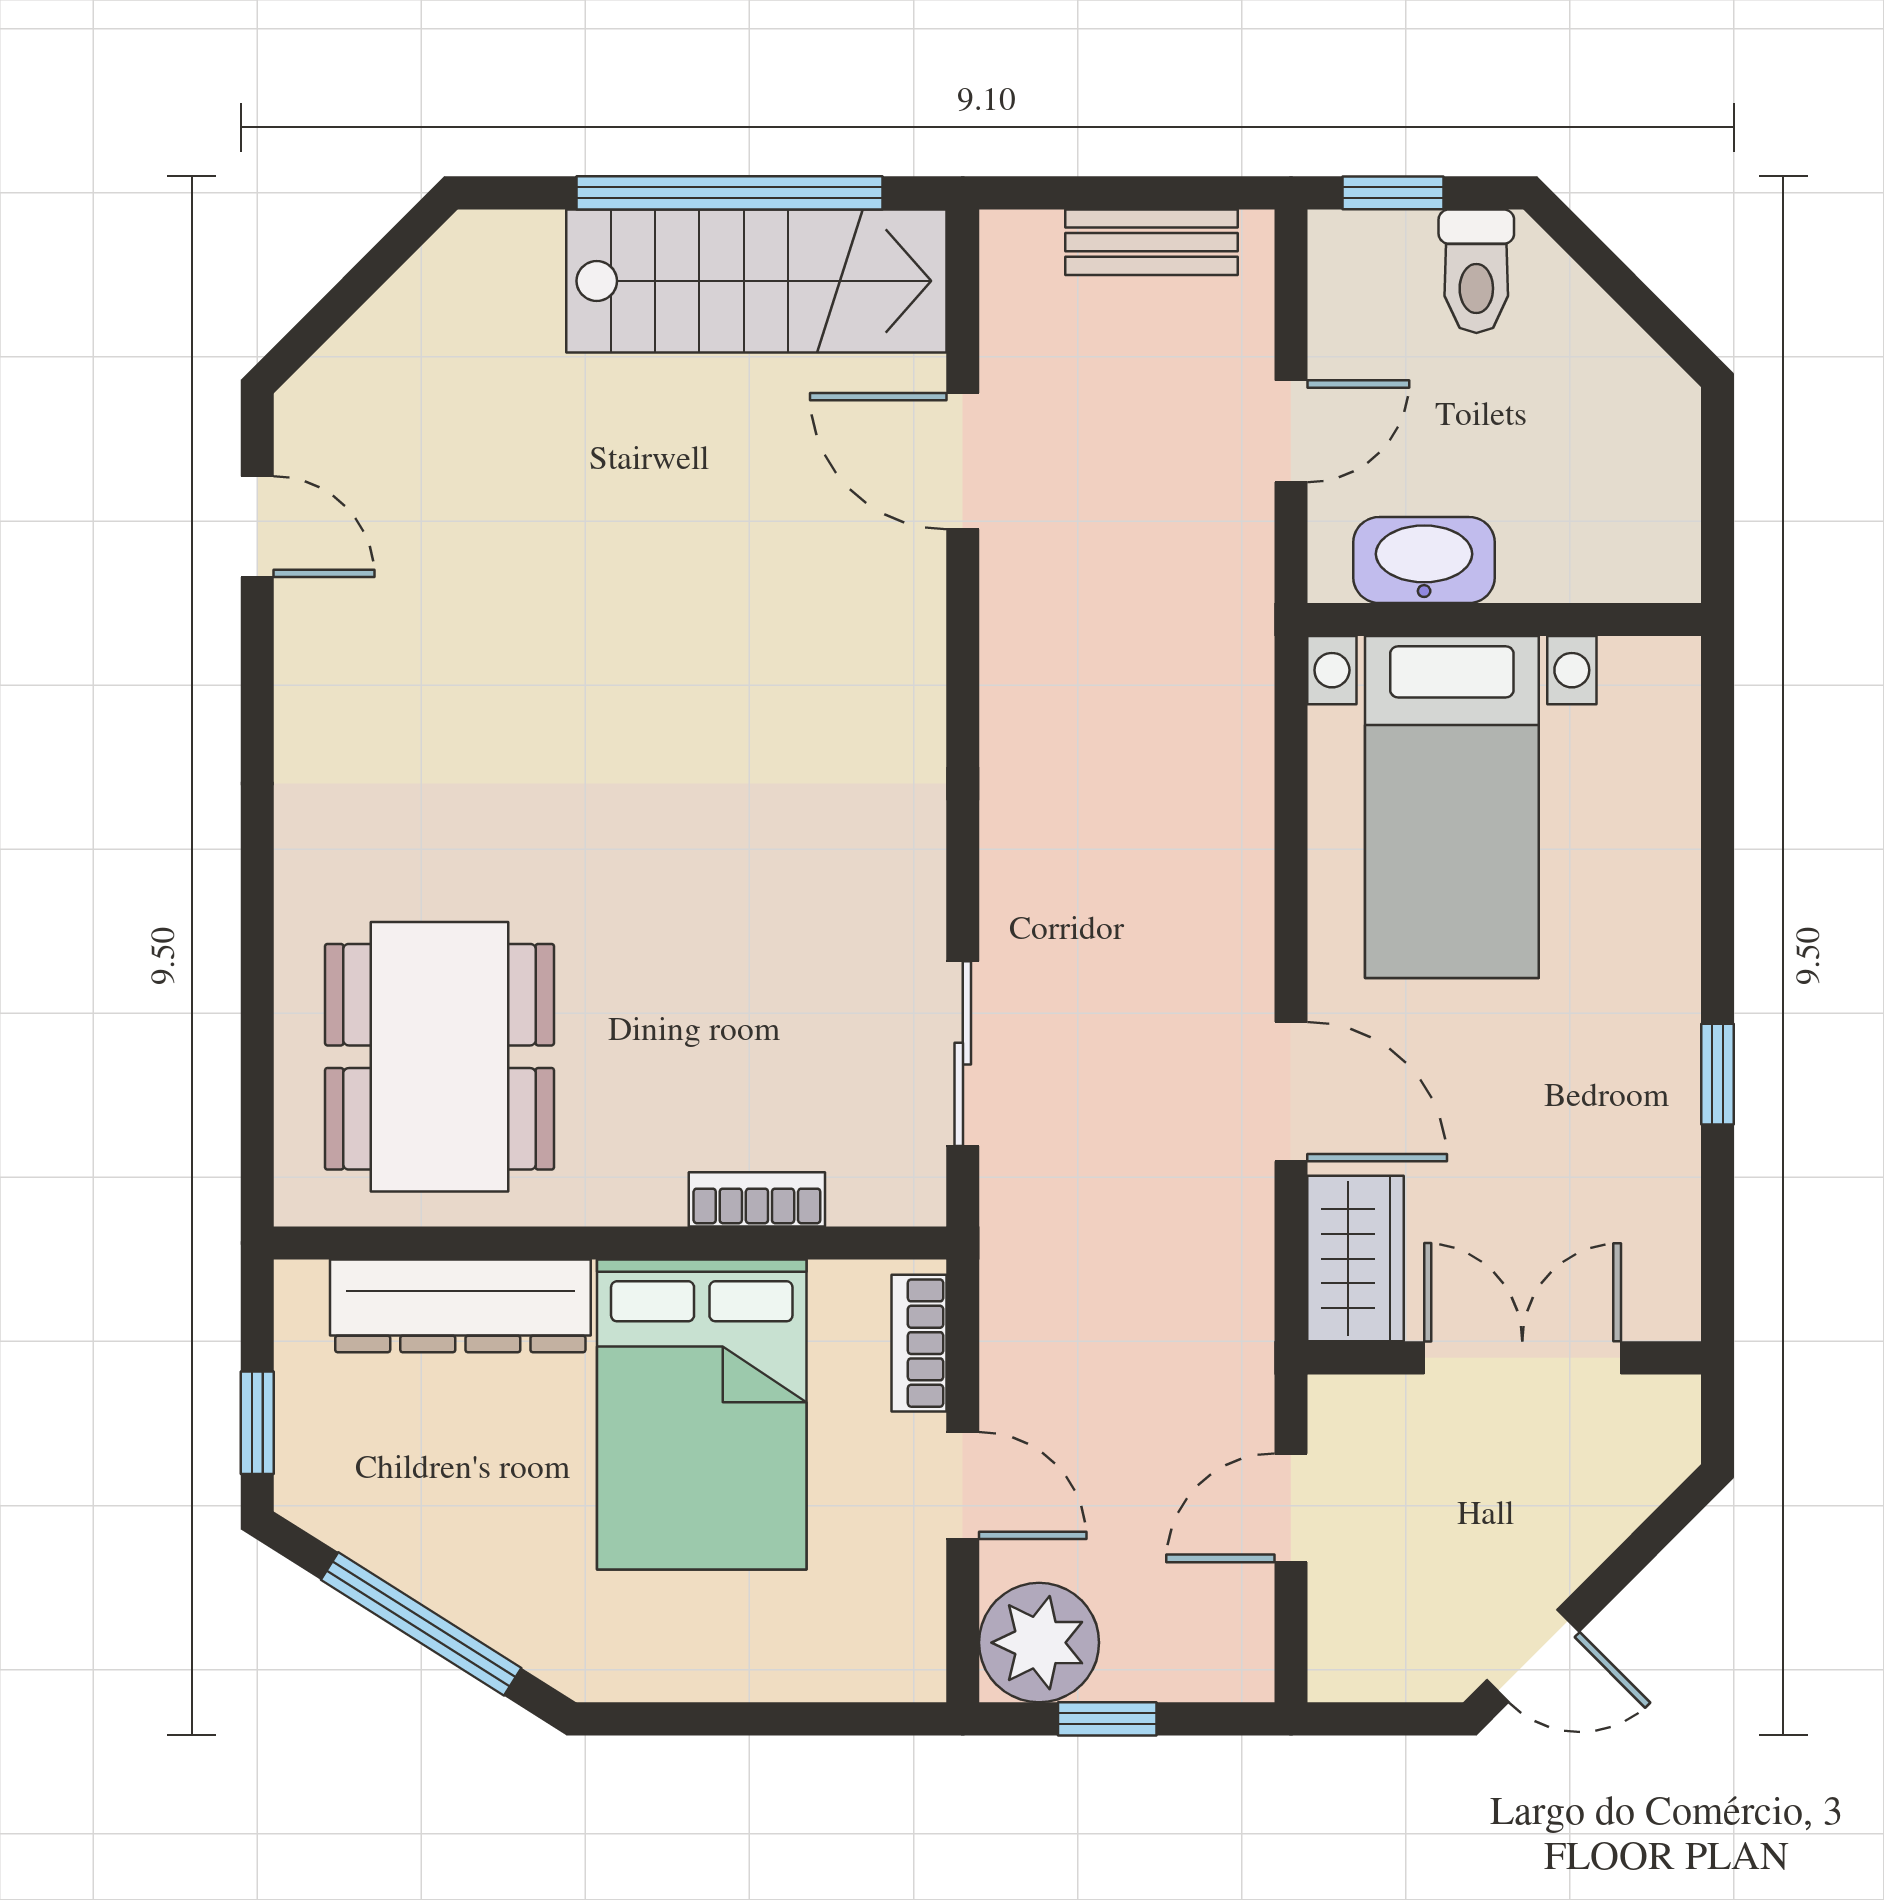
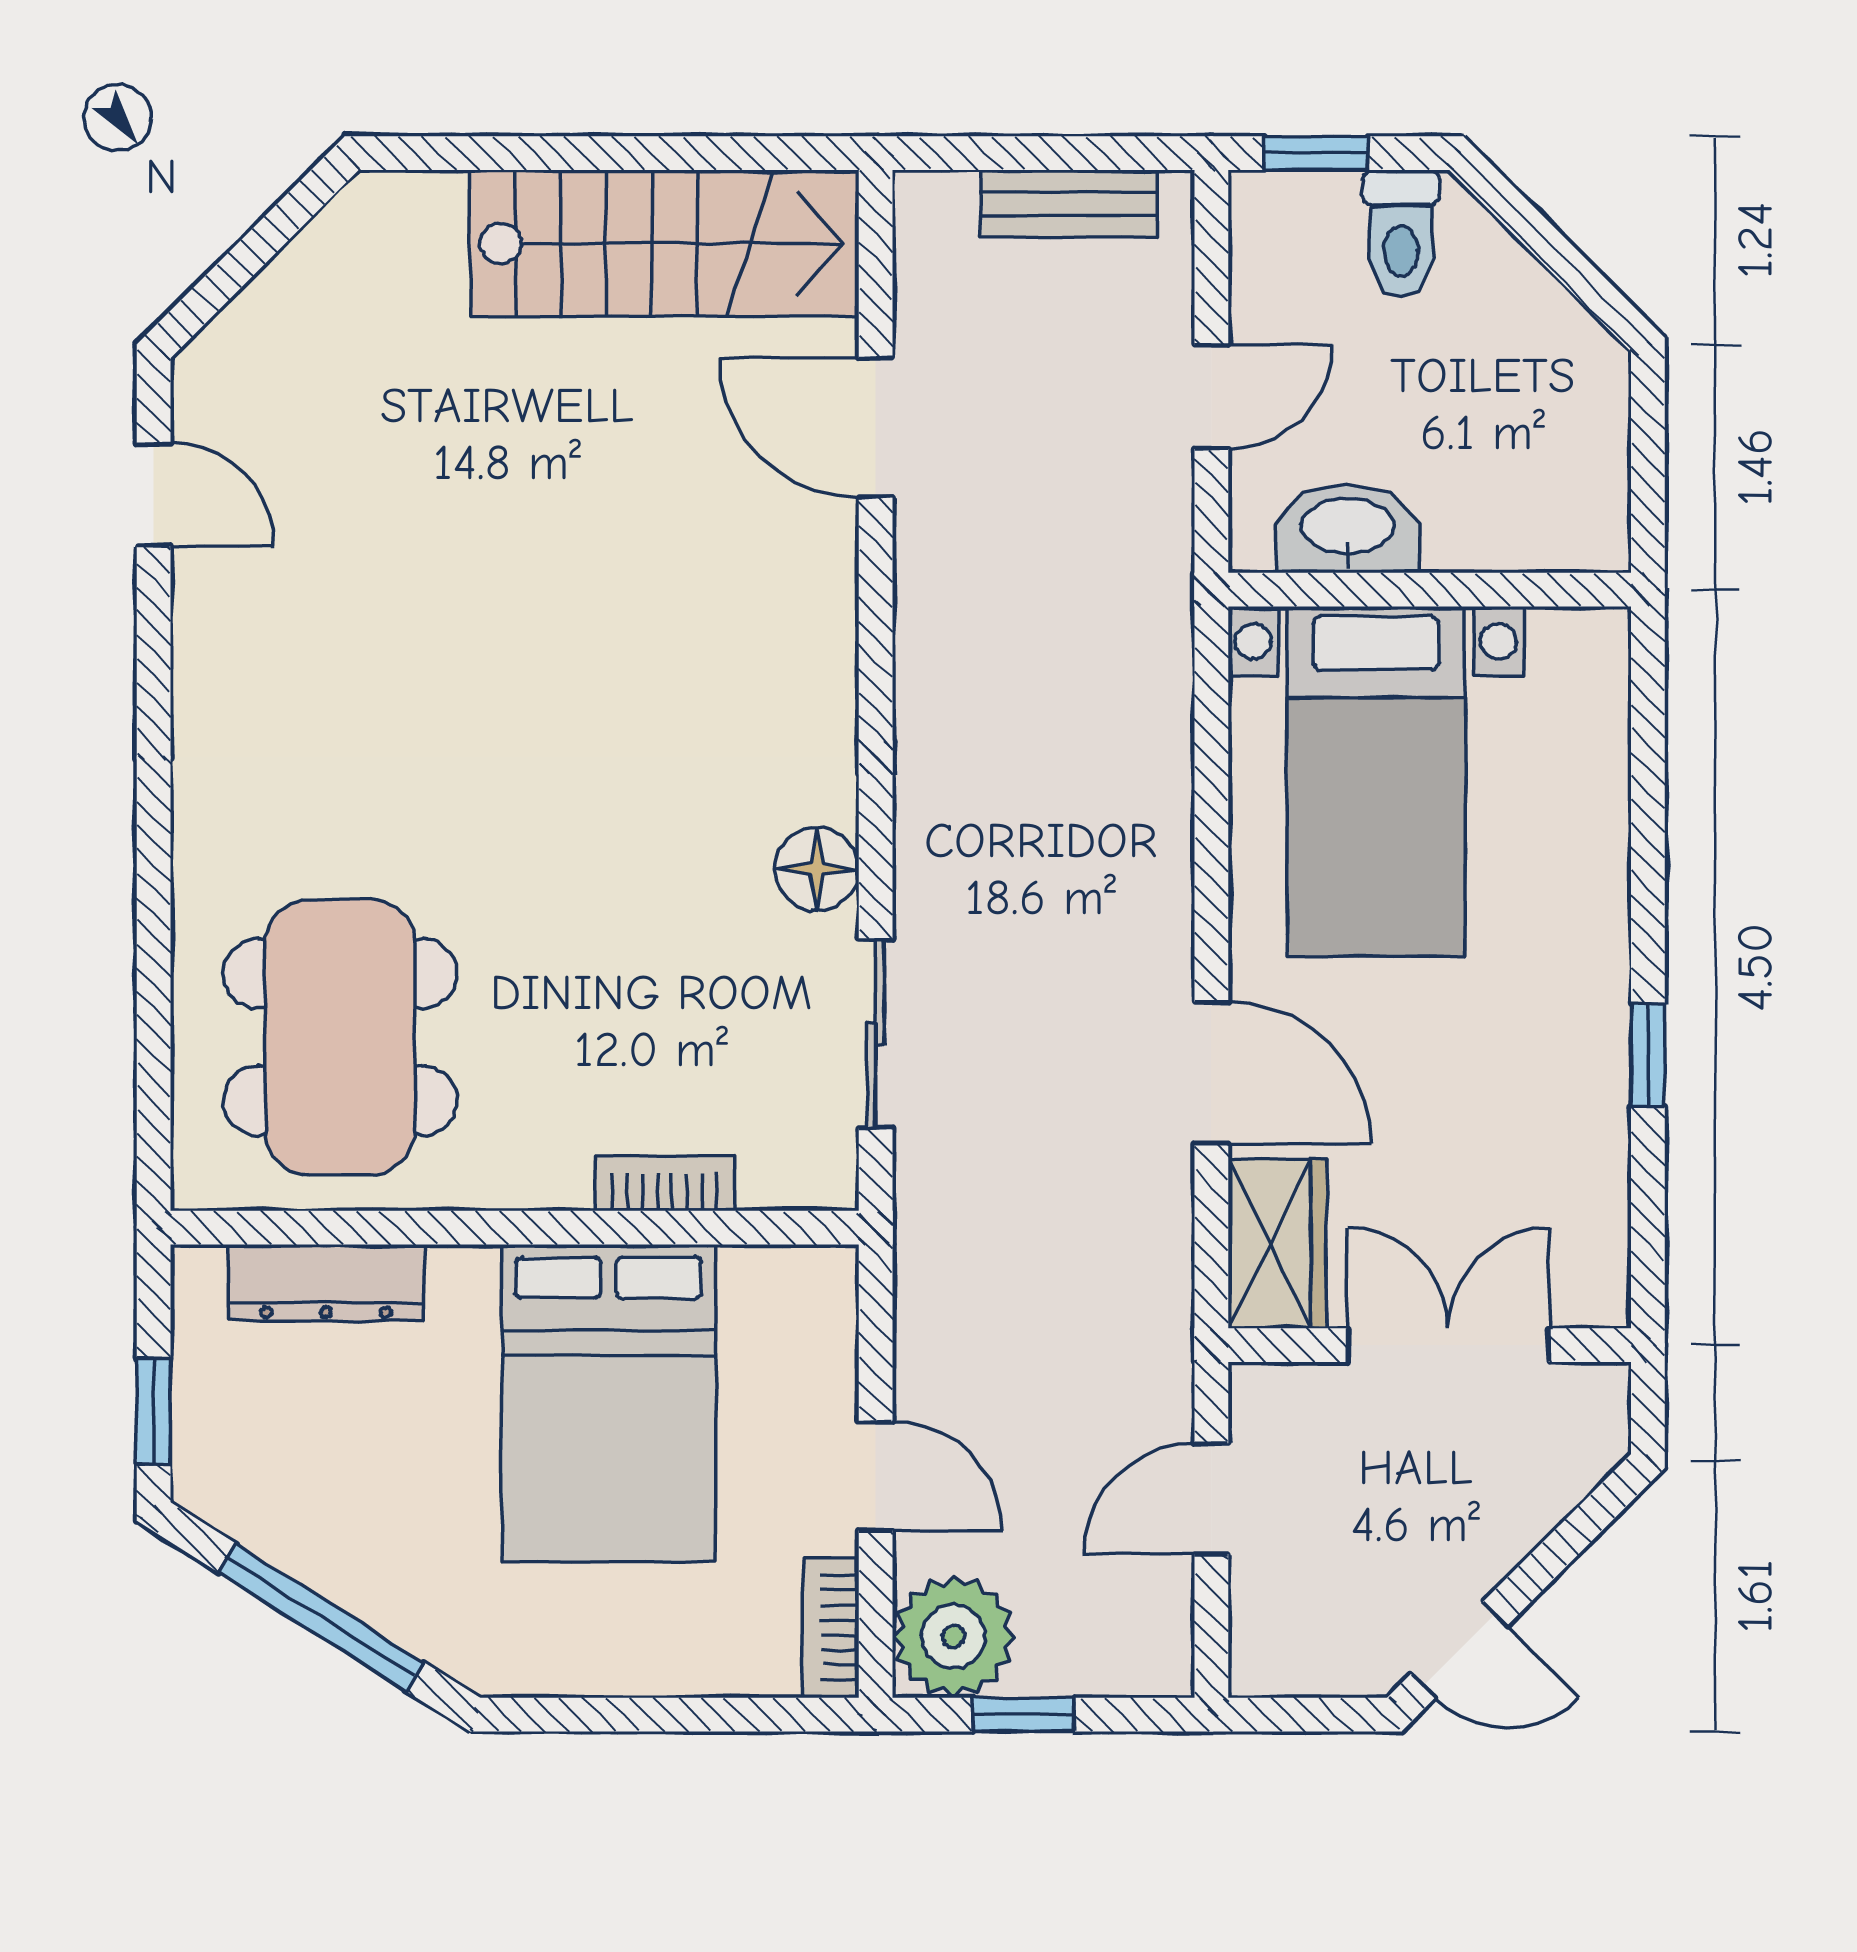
window: (730, 193) -> (637, 153), removed
floor lamp: (905, 893) -> (817, 869), added
dresser: (460, 1306) -> (326, 1283), width x0.73, depth x0.80
bookcase: (919, 1343) -> (831, 1628), moved

